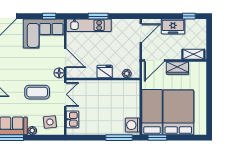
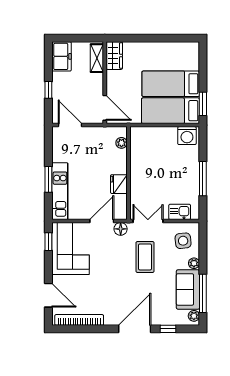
window: (189, 16) -> (48, 90), moved
freezer: (173, 26) -> (62, 56), moved
wardrobe: (177, 68) -> (114, 56), moved
fridge: (105, 72) -> (119, 184), moved
bed: (178, 112) -> (171, 84), width x0.67
window: (119, 138) -> (203, 179), moved

